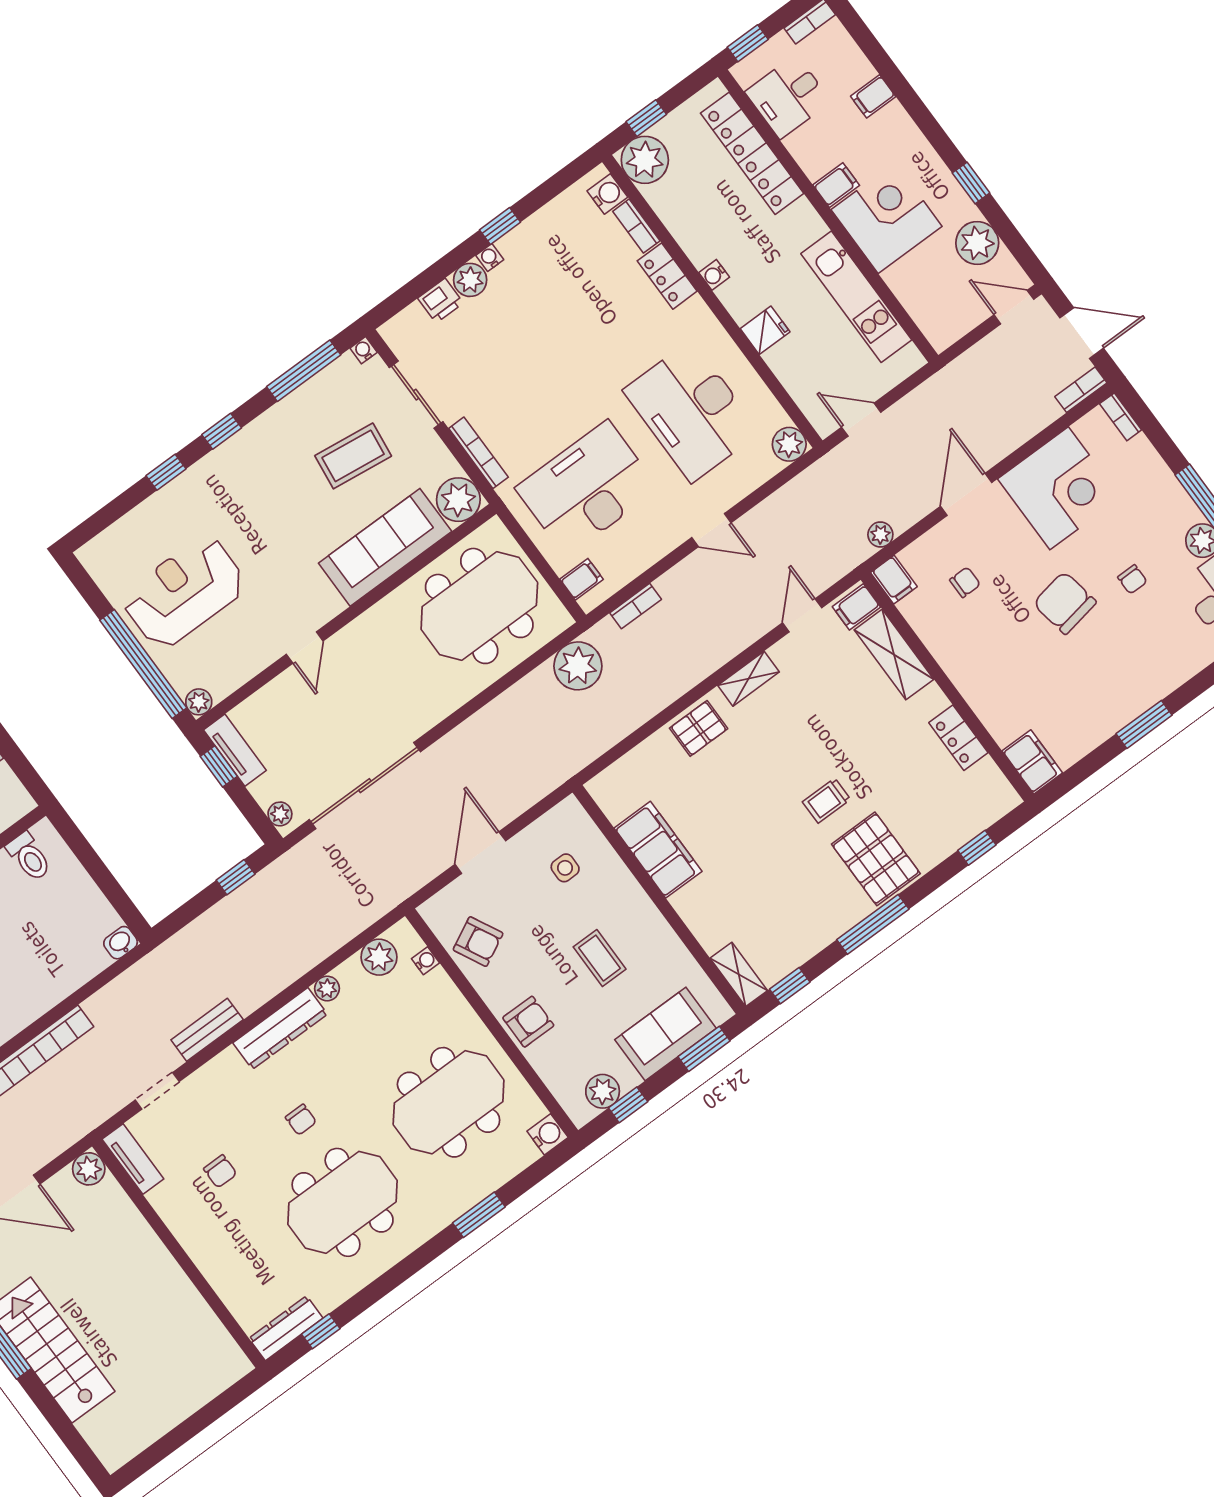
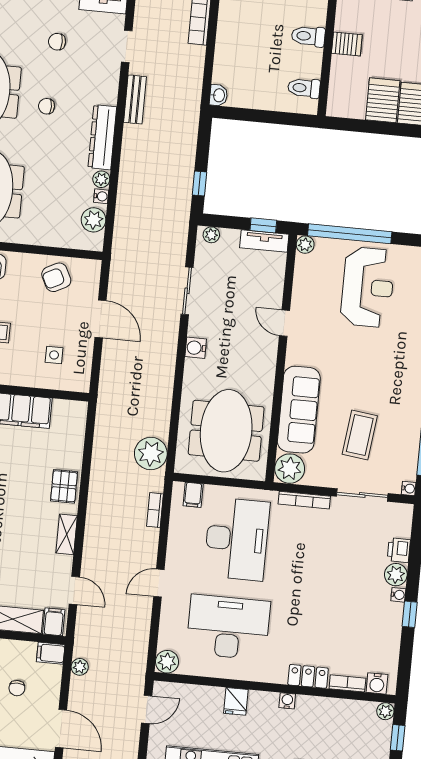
plant: (645, 160) -> (385, 711), width x0.53, depth x0.53
water cooler: (419, 720) -> (196, 348), added
sliding door: (365, 786) -> (187, 291), width x0.54
water cooler: (425, 961) -> (101, 196), moved, turned -90

